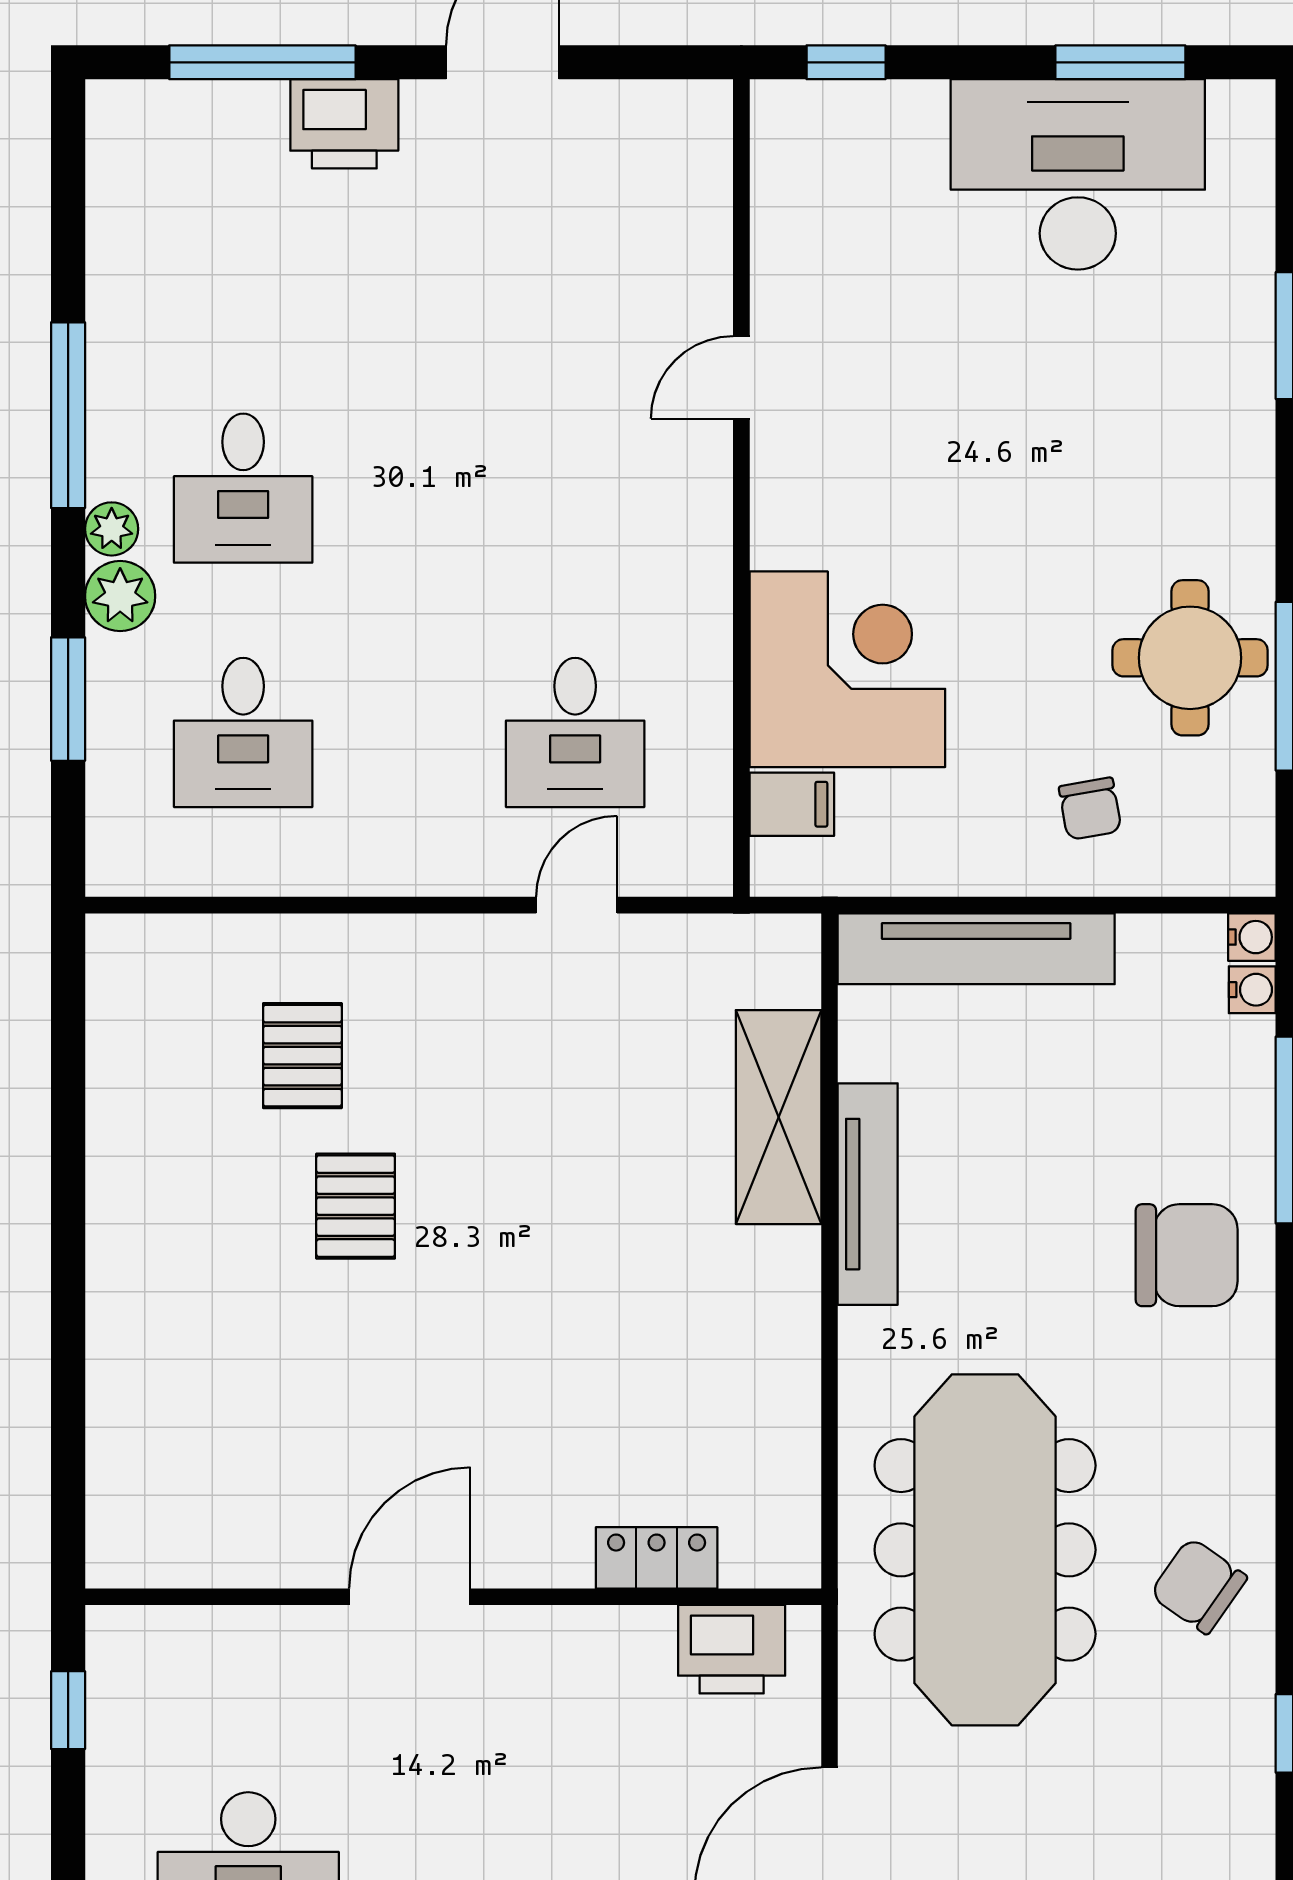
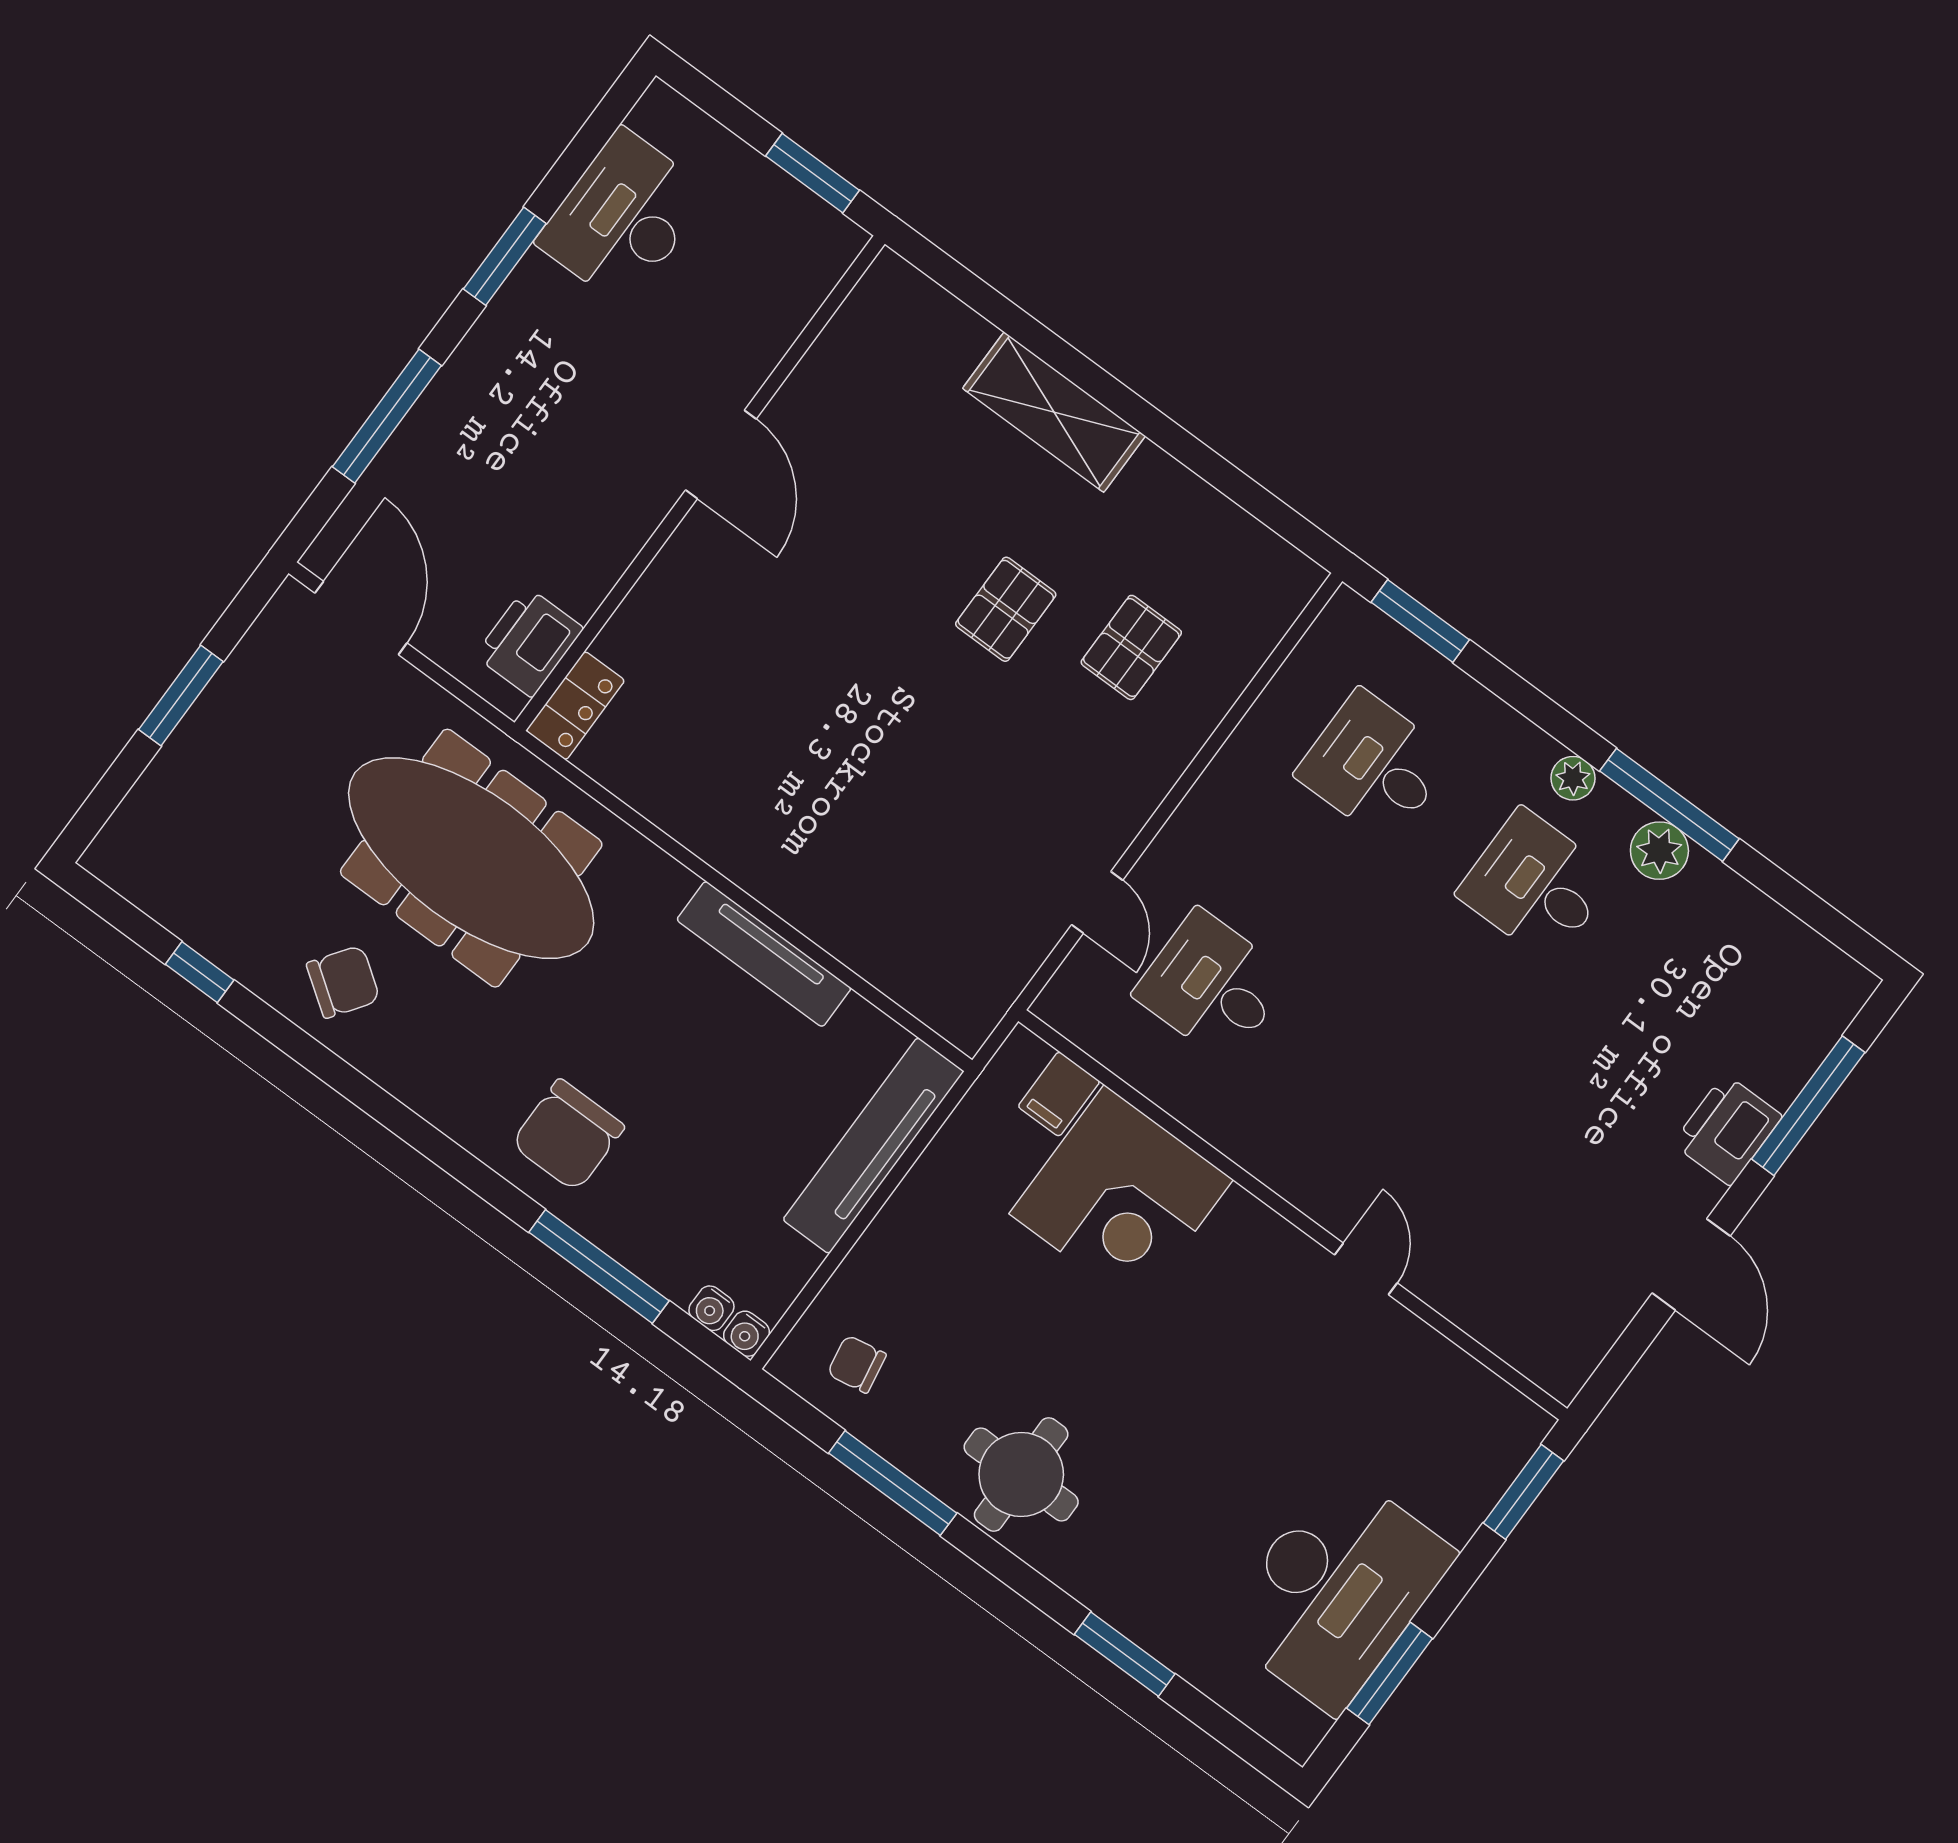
window: (846, 62) -> (1523, 1492), width x1.50
plant: (120, 596) -> (1659, 851), moved
round table: (1190, 658) -> (1021, 1474), moved
window: (68, 699) -> (1420, 621), moved
chair: (1090, 809) -> (857, 1364), moved
pallet: (302, 1056) -> (1131, 647), turned 90
shelving: (779, 1117) -> (1054, 412), moved
pallet: (356, 1206) -> (1006, 609), turned 90
locker: (657, 1558) -> (575, 706), moved
window: (68, 1710) -> (813, 173), width x1.50

